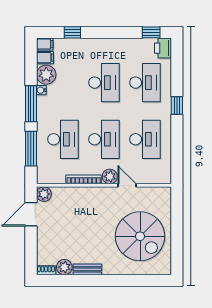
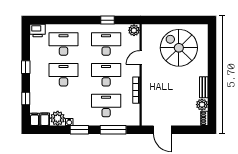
window: (151, 32) -> (26, 67), moved
window: (31, 104) -> (79, 130), width x0.69
window: (177, 105) -> (108, 20), moved
plant: (110, 176) -> (134, 30), moved
plant: (44, 194) -> (147, 120), removed
spiral stairs: (140, 236) -> (179, 48), turned -90

